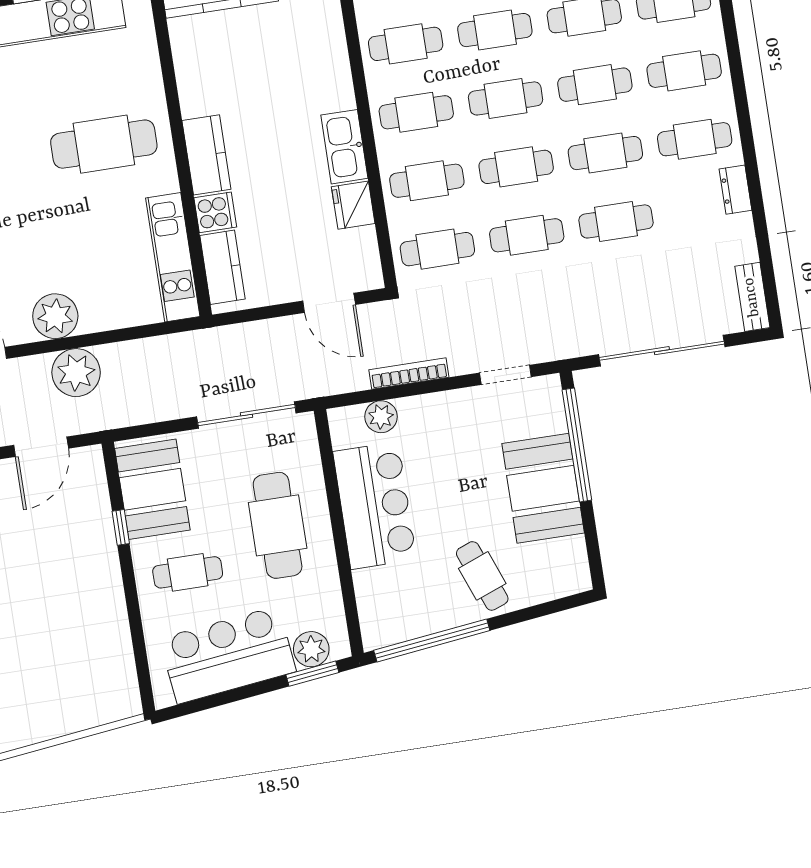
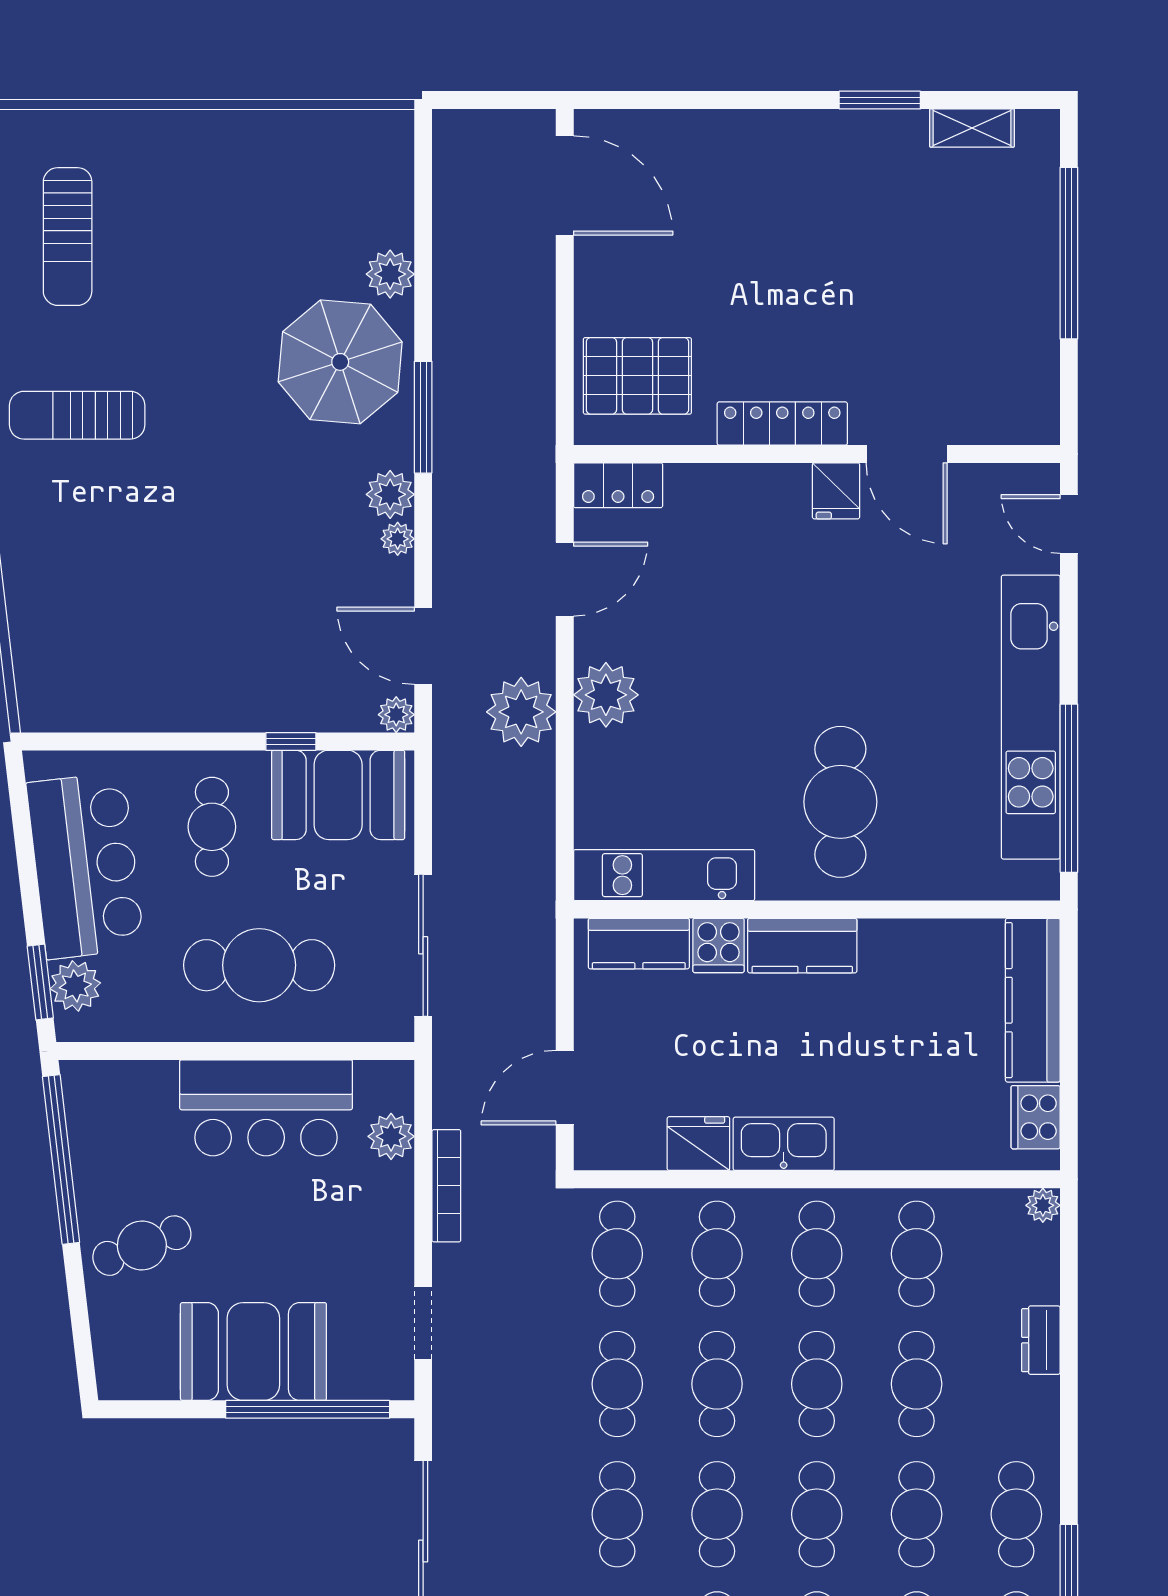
plant: (91, 458) -> (396, 715), added

